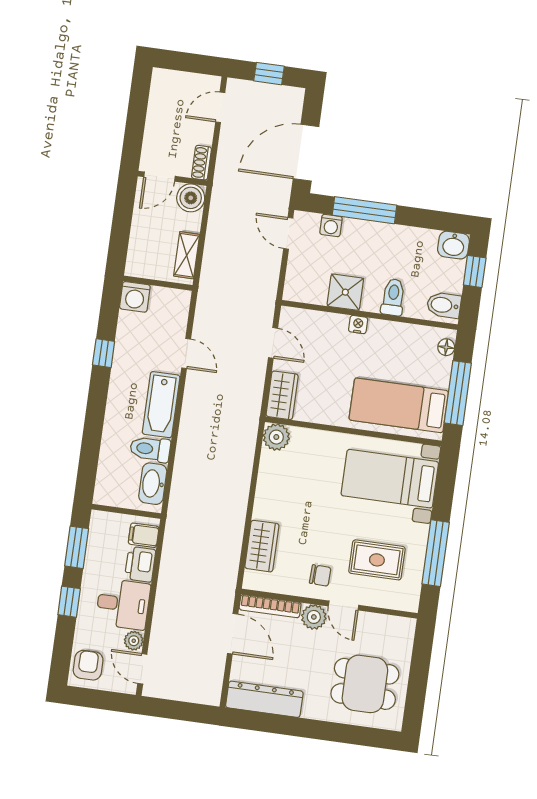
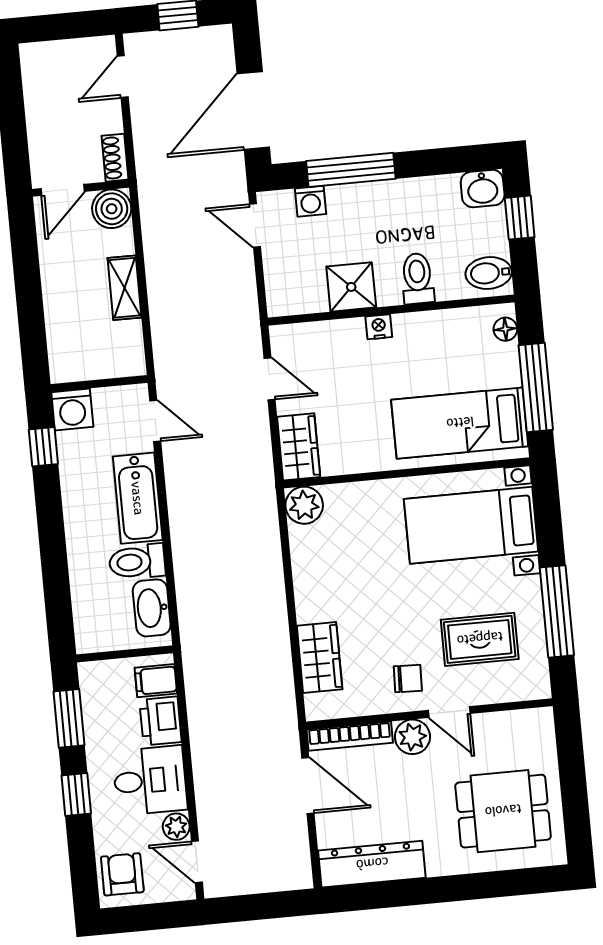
wall: (158, 283) -> (99, 384), moved
washing machine: (135, 297) -> (72, 409), moved

